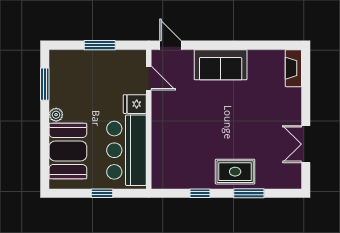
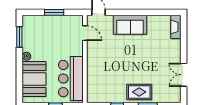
fridge: (135, 104) -> (76, 49), removed

